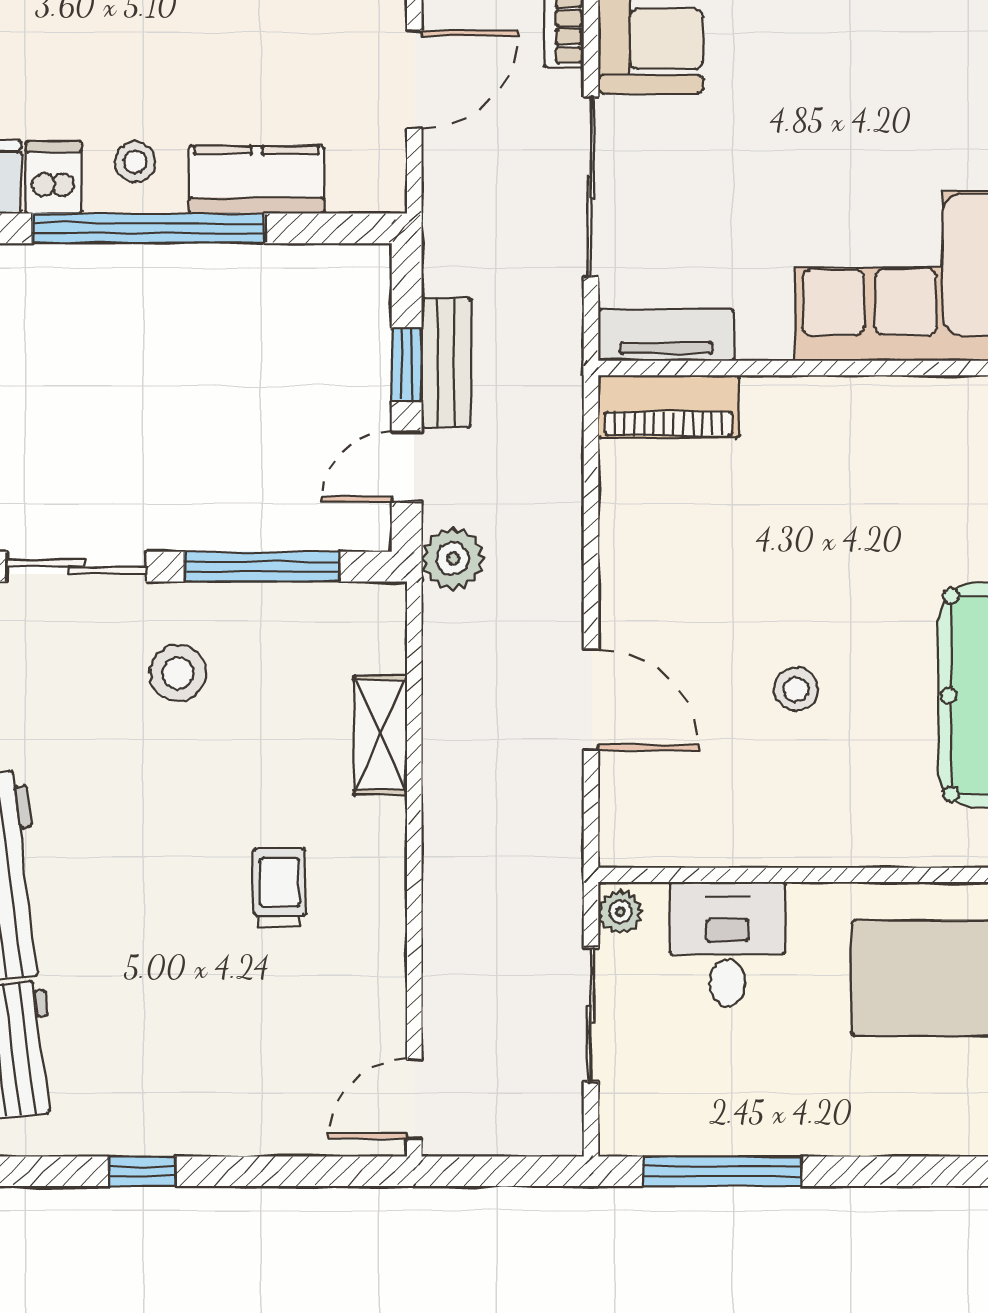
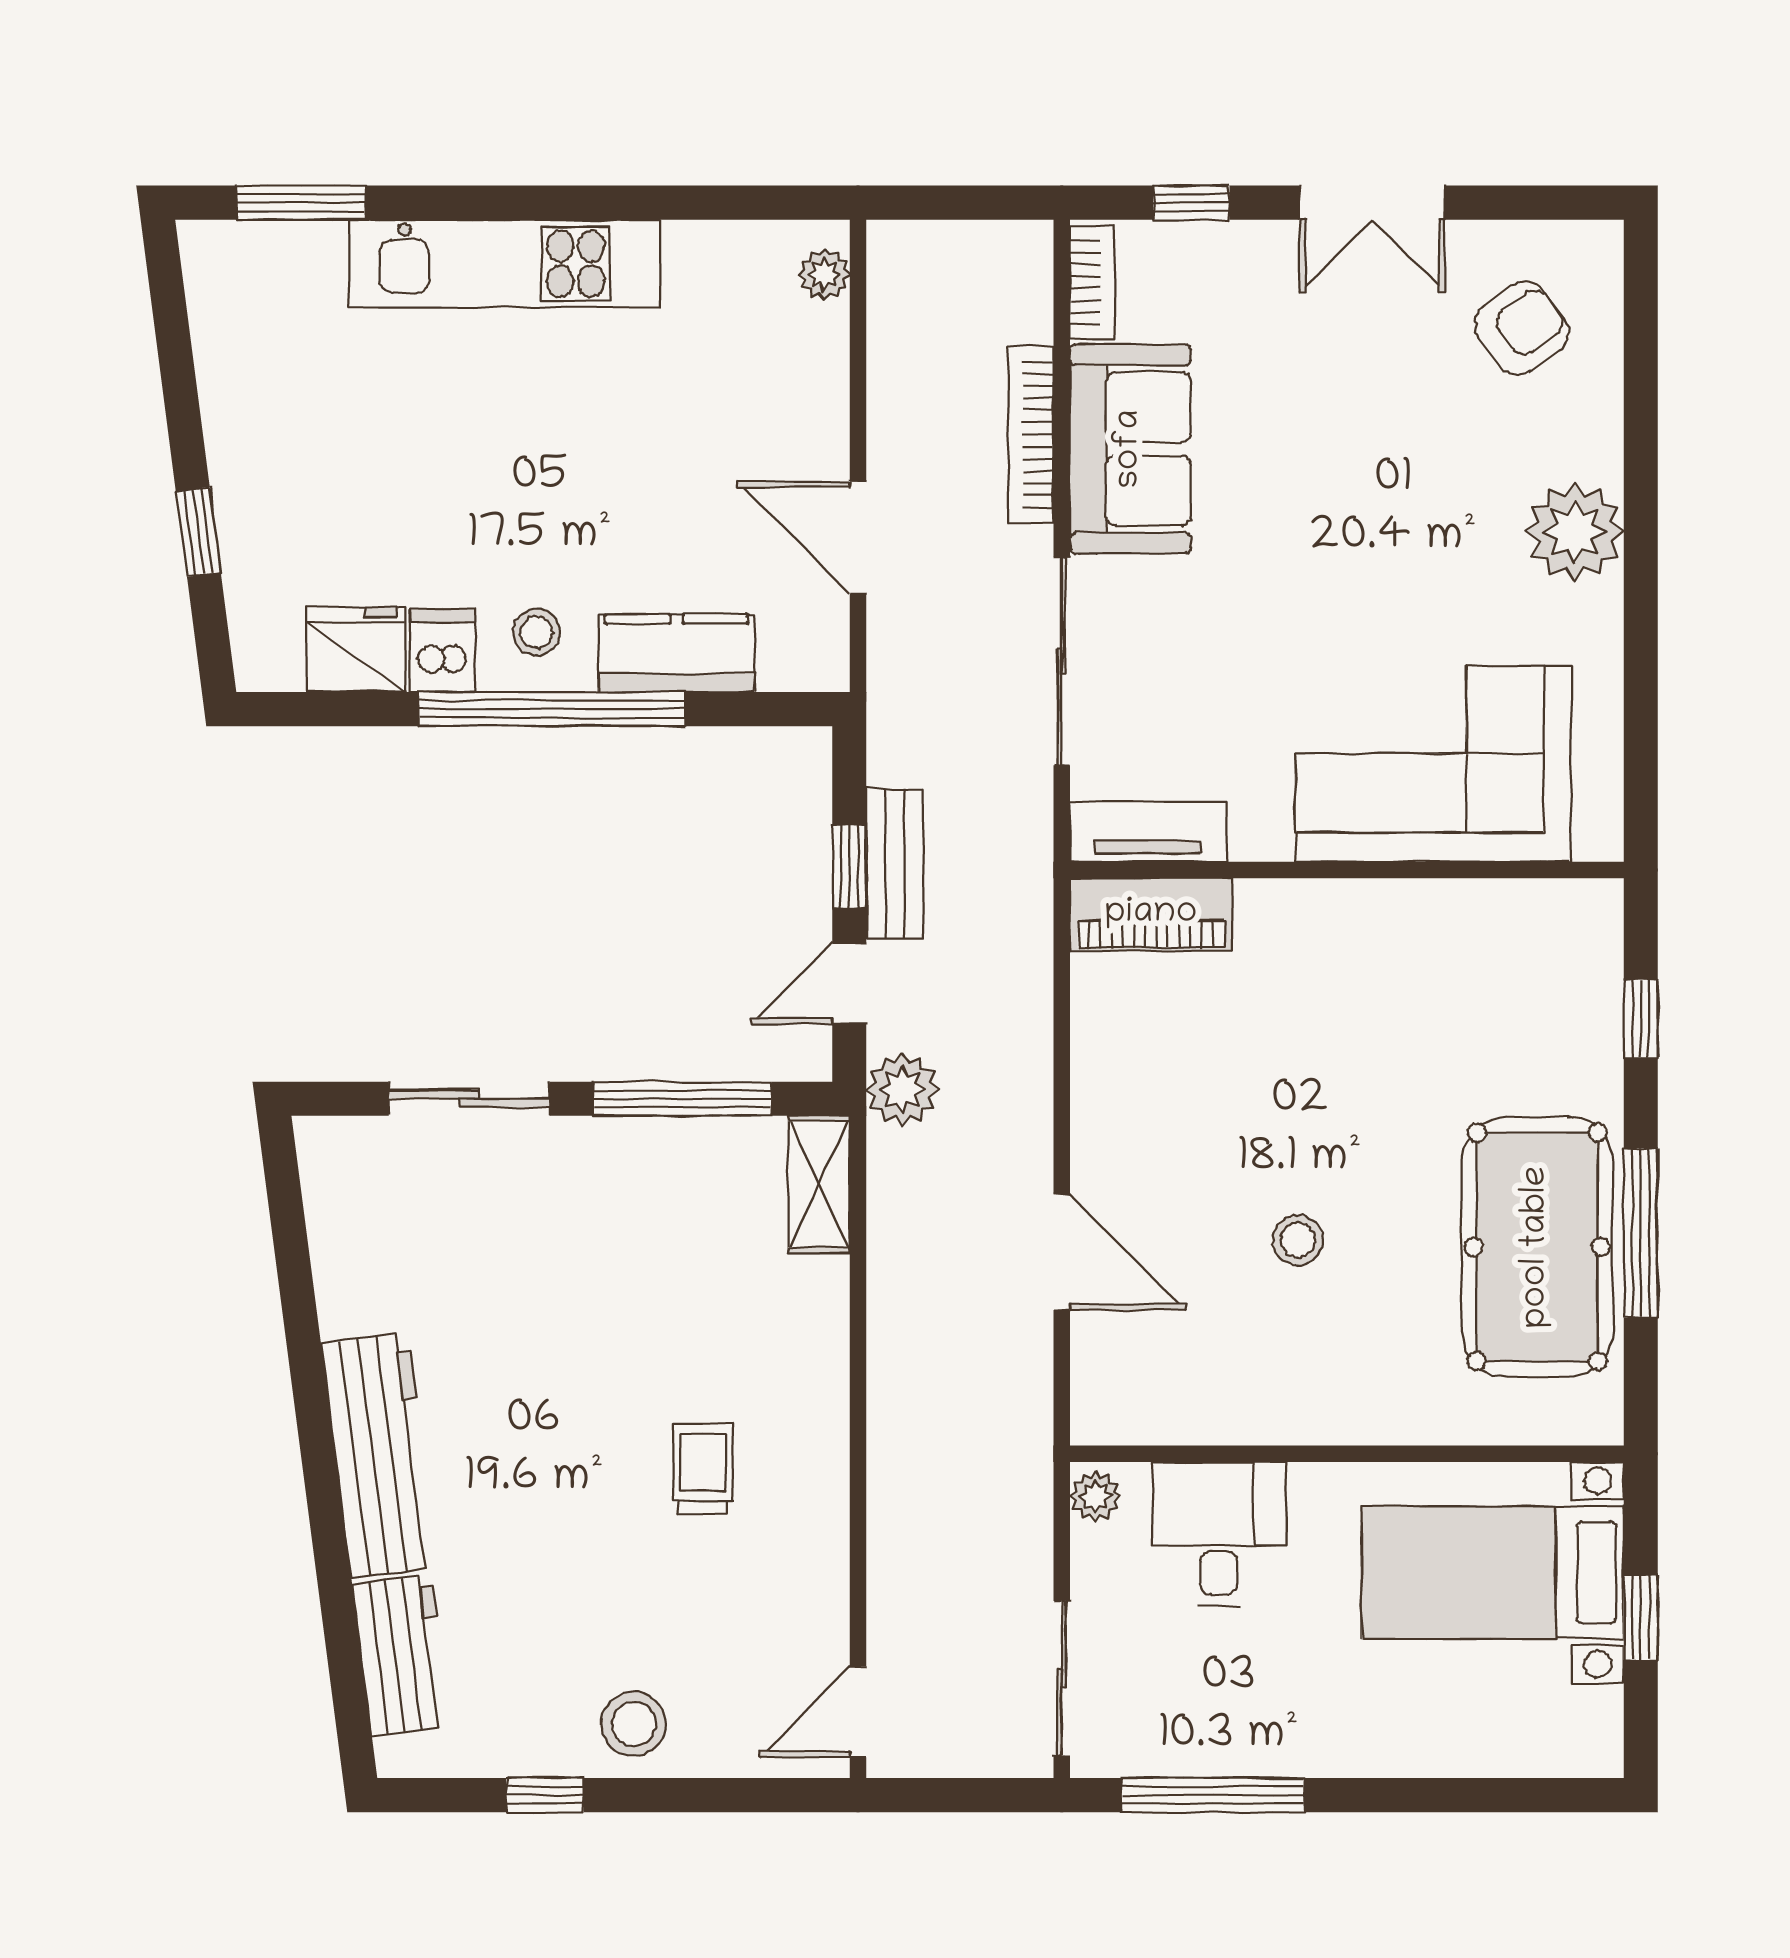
door: (414, 80) -> (858, 538), swing flipped
stool: (178, 673) -> (633, 1724), moved
shelving: (380, 735) -> (819, 1184), moved
sliding door: (591, 1015) -> (1062, 1678), moved

